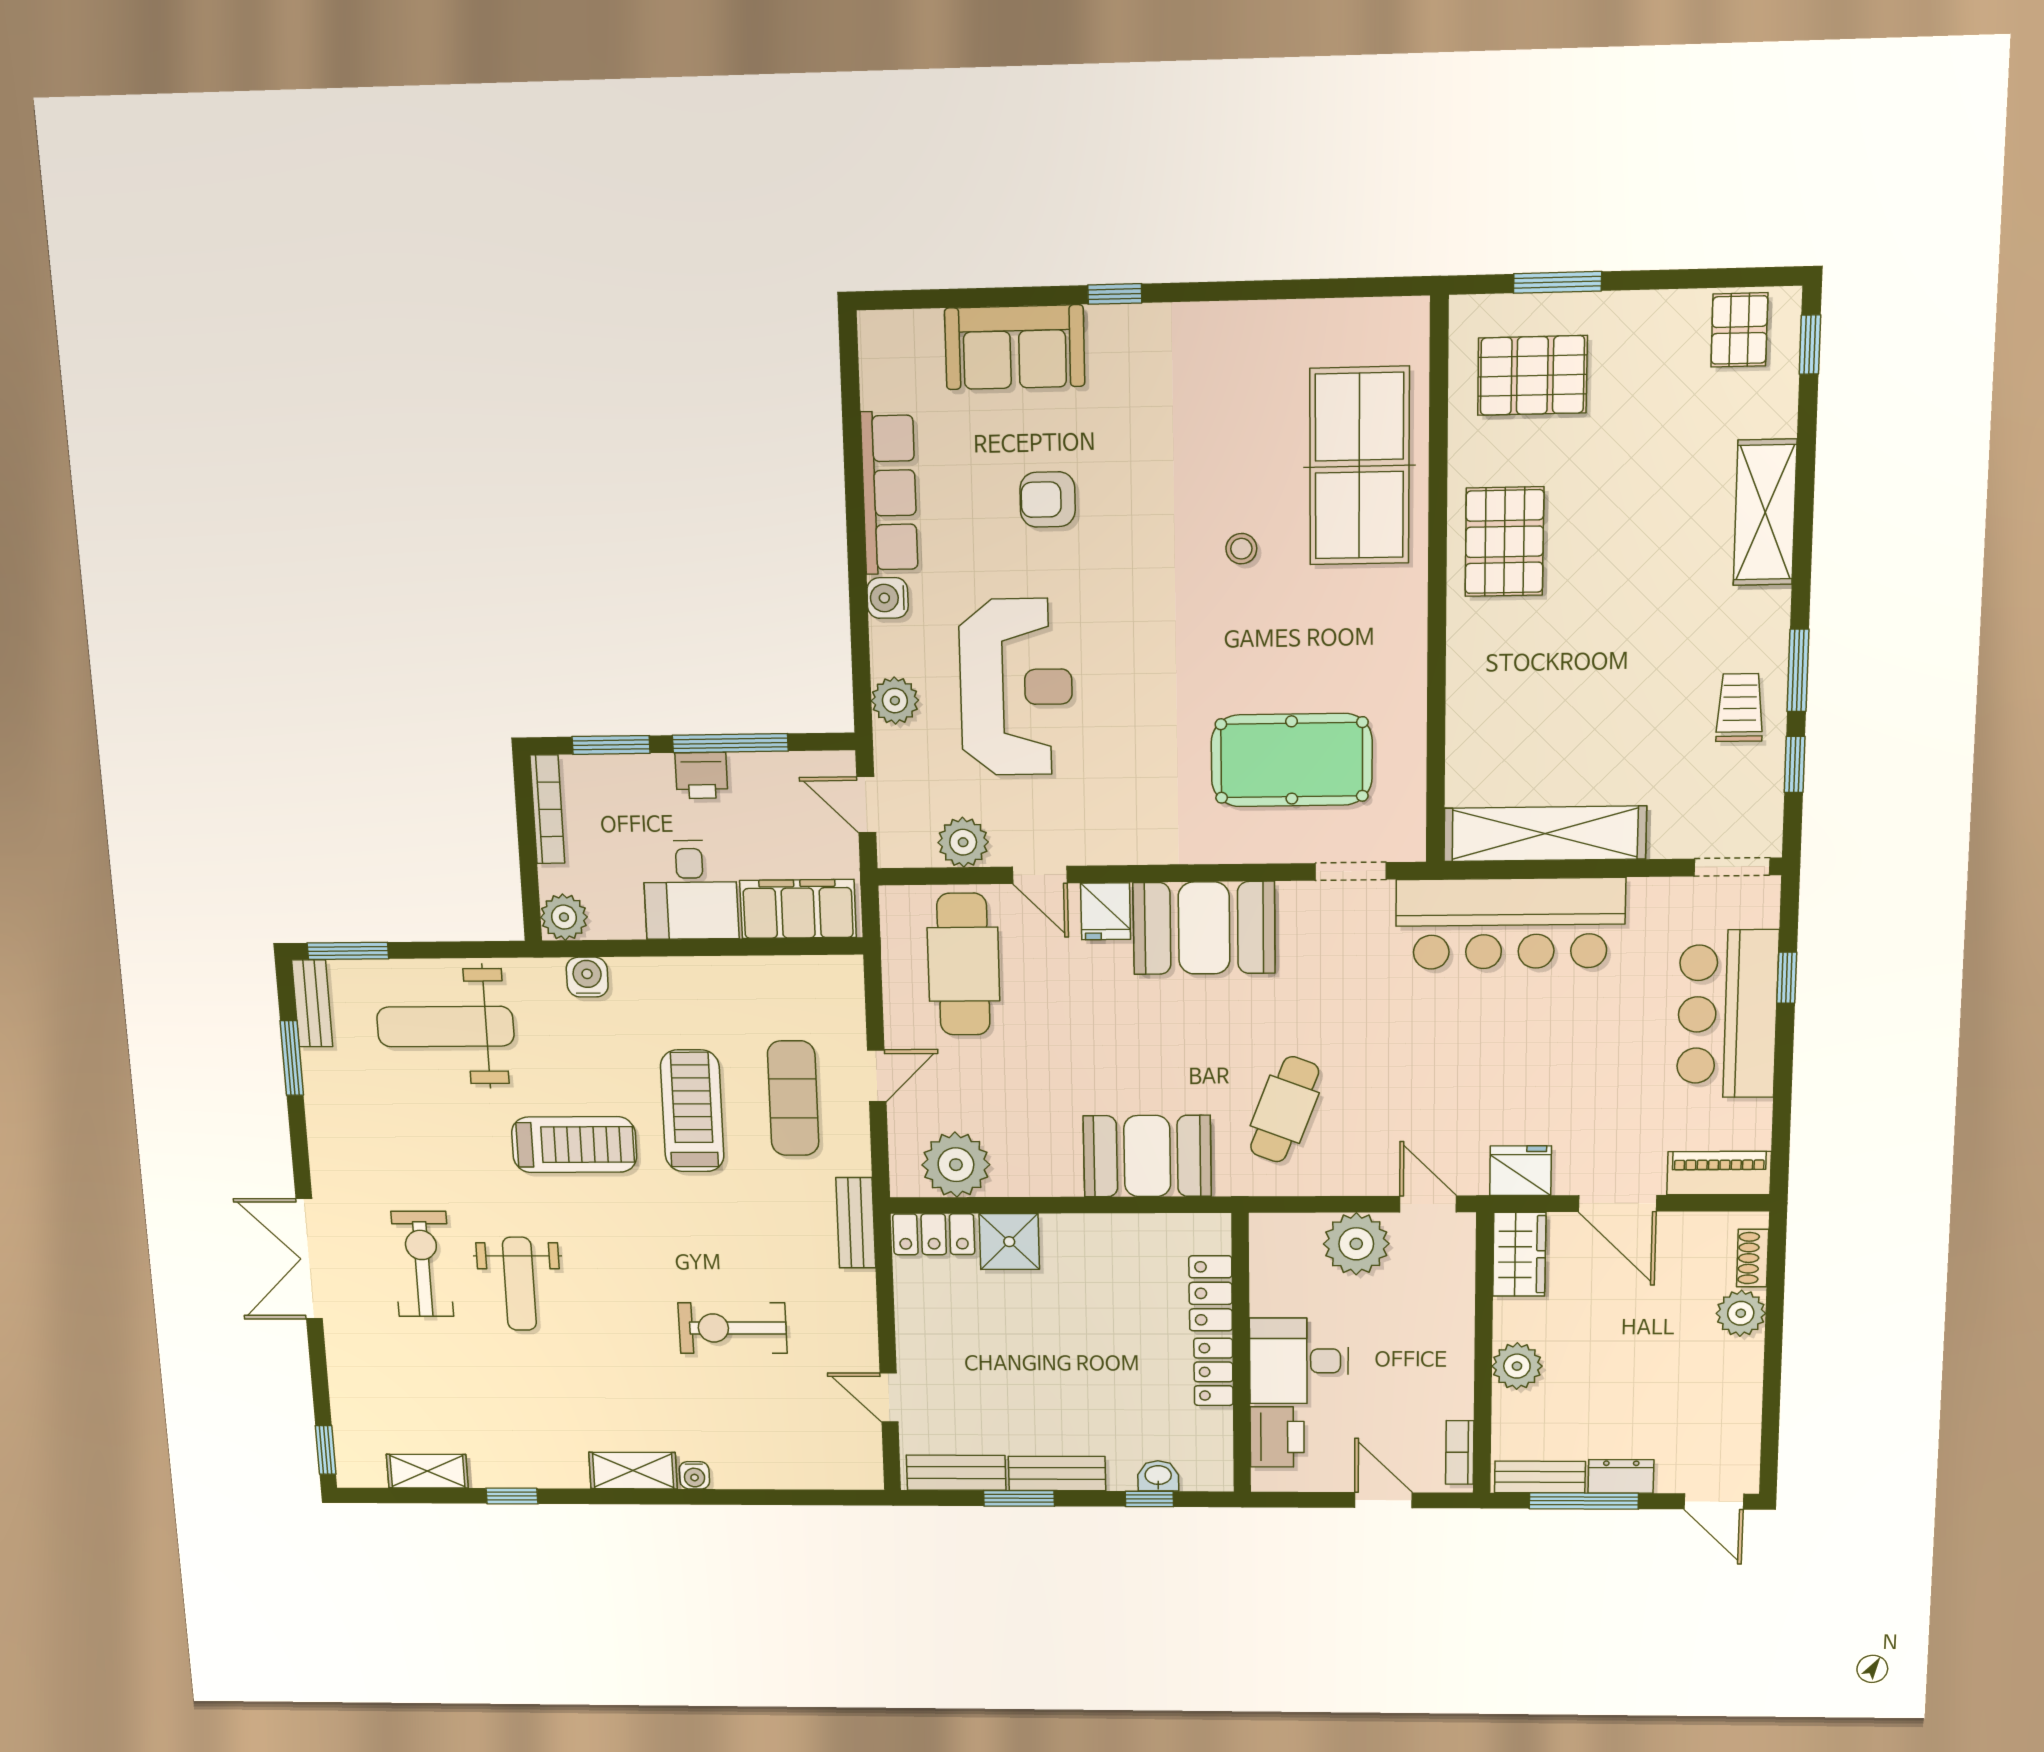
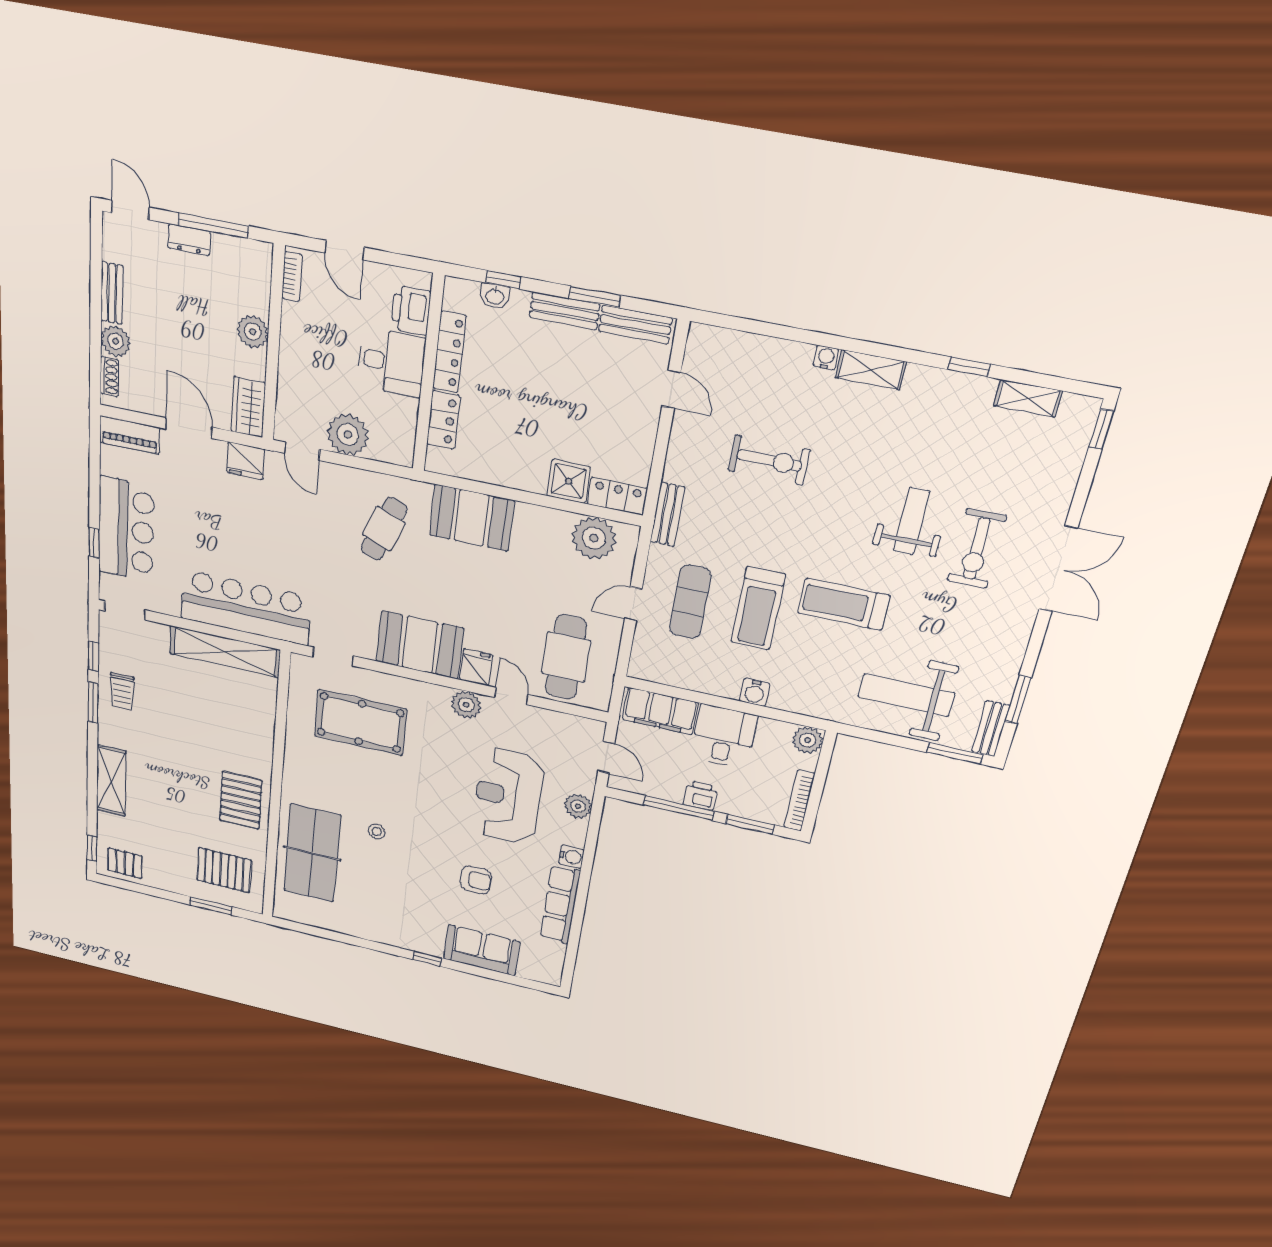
pallet: (1739, 330) -> (125, 863), turned 90
plant: (963, 842) -> (466, 705), moved
water cooler: (587, 977) -> (755, 692), moved
weight bench: (445, 1027) -> (906, 695), turned 180
locker: (1213, 1372) -> (449, 352), width x1.53
bench: (1540, 1477) -> (112, 293), moved, turned 90

